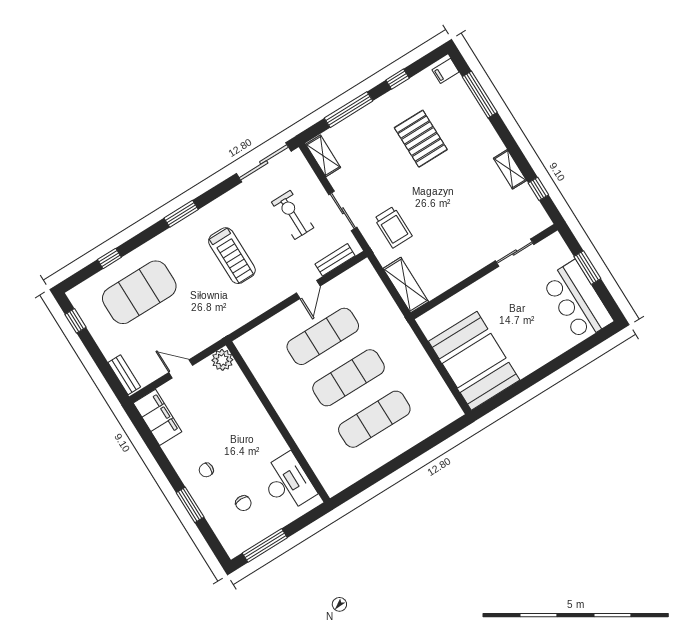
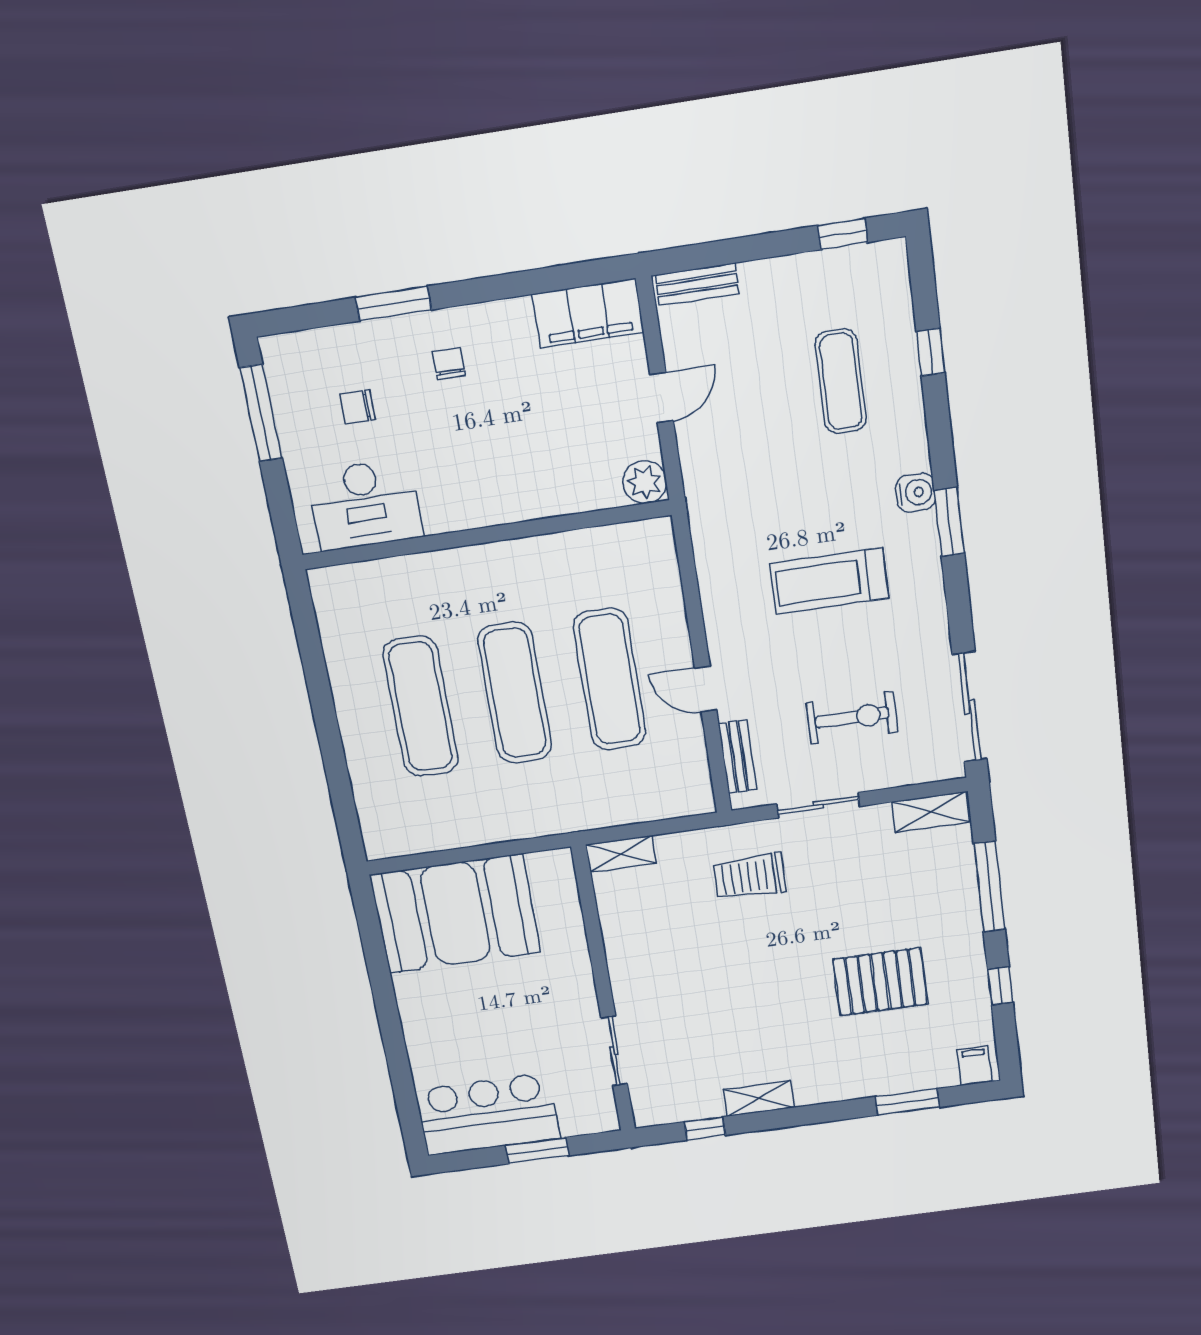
window: (480, 95) -> (907, 1102), width x0.69
water cooler: (174, 235) -> (916, 493), added
shelving: (406, 285) -> (621, 854), width x0.67, depth x0.75
exercise mat: (139, 292) -> (841, 381), width x0.50, depth x0.69

